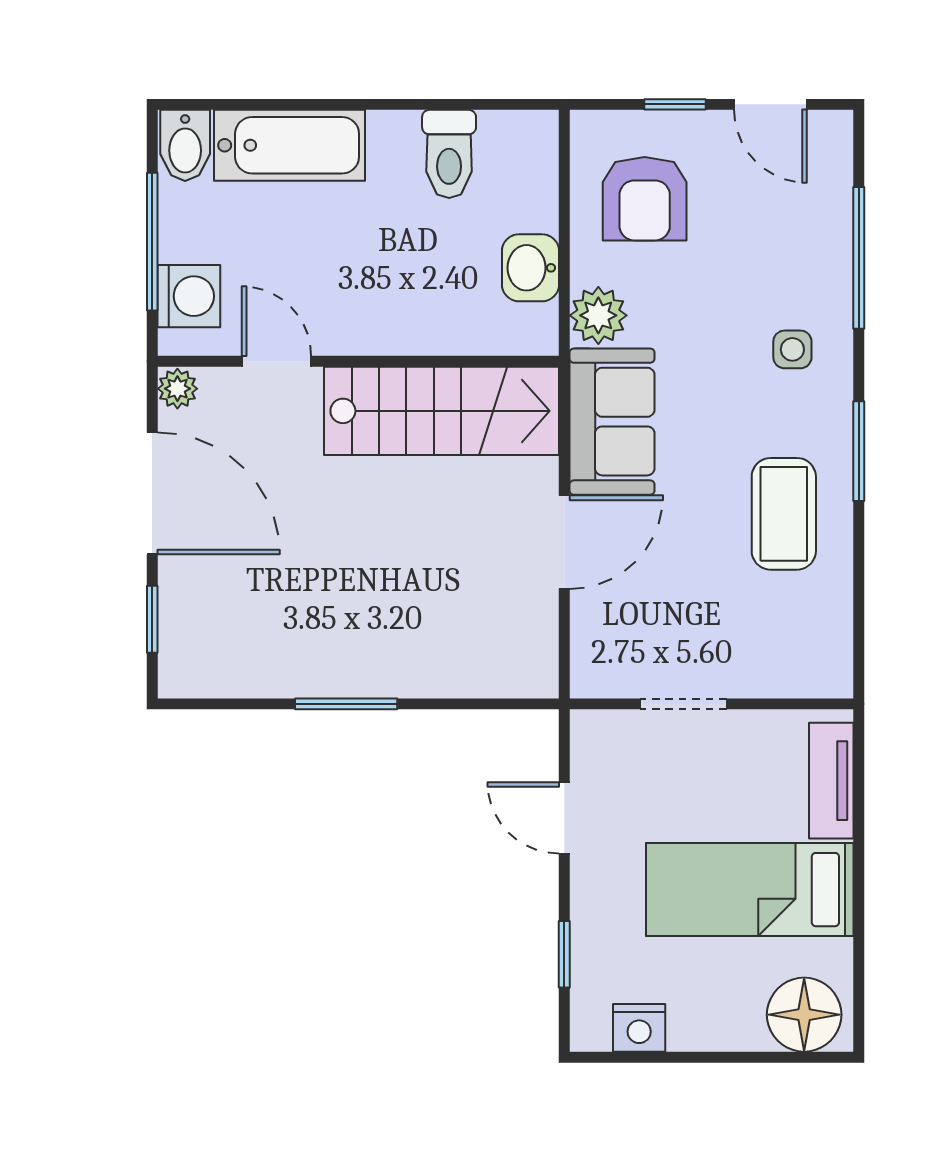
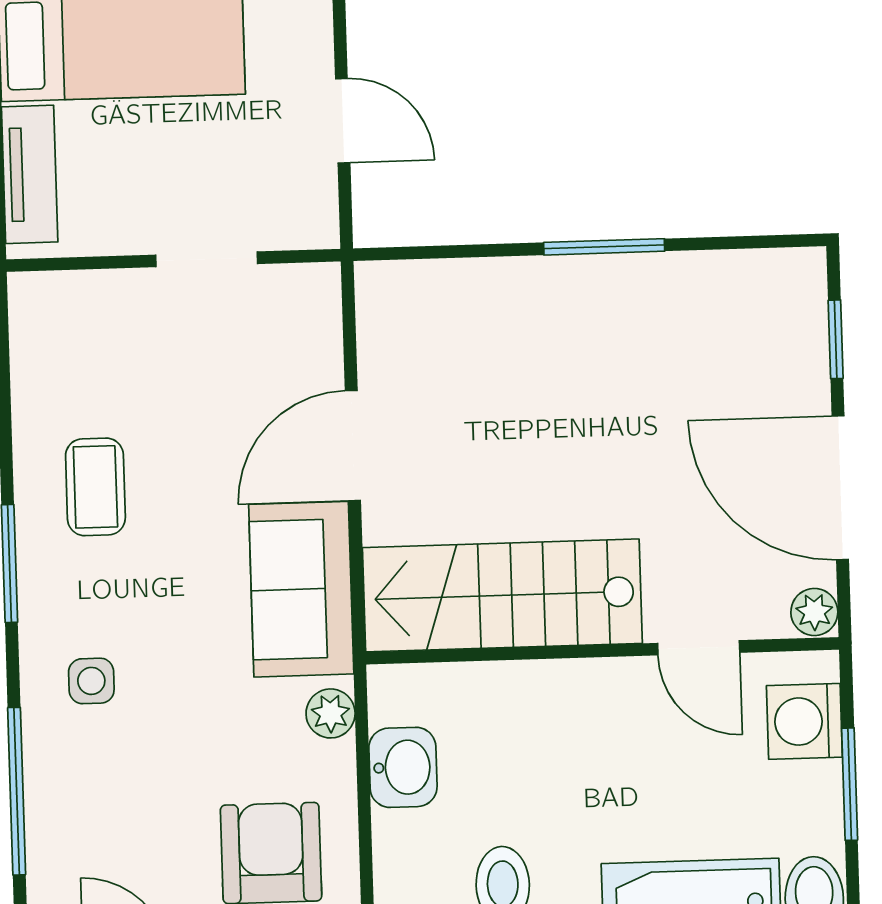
window: (152, 242) -> (850, 784), width x0.69
plant: (598, 315) -> (331, 713), width x0.73, depth x0.73
coffee table: (784, 514) -> (95, 487), width x0.73, depth x0.77

